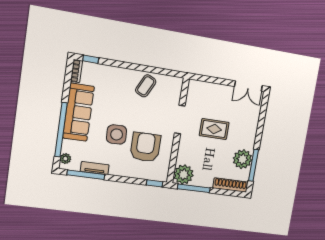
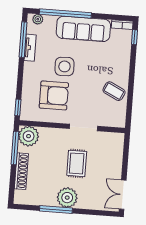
plant: (242, 159) -> (67, 198), moved
window: (253, 165) -> (56, 210), moved
shoe rack: (230, 185) -> (21, 171), moved

